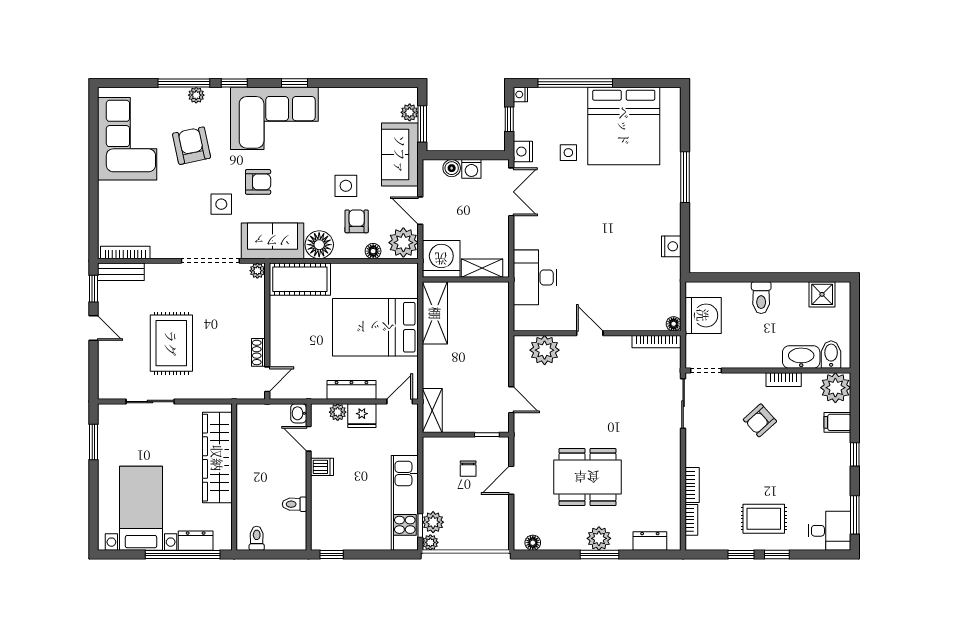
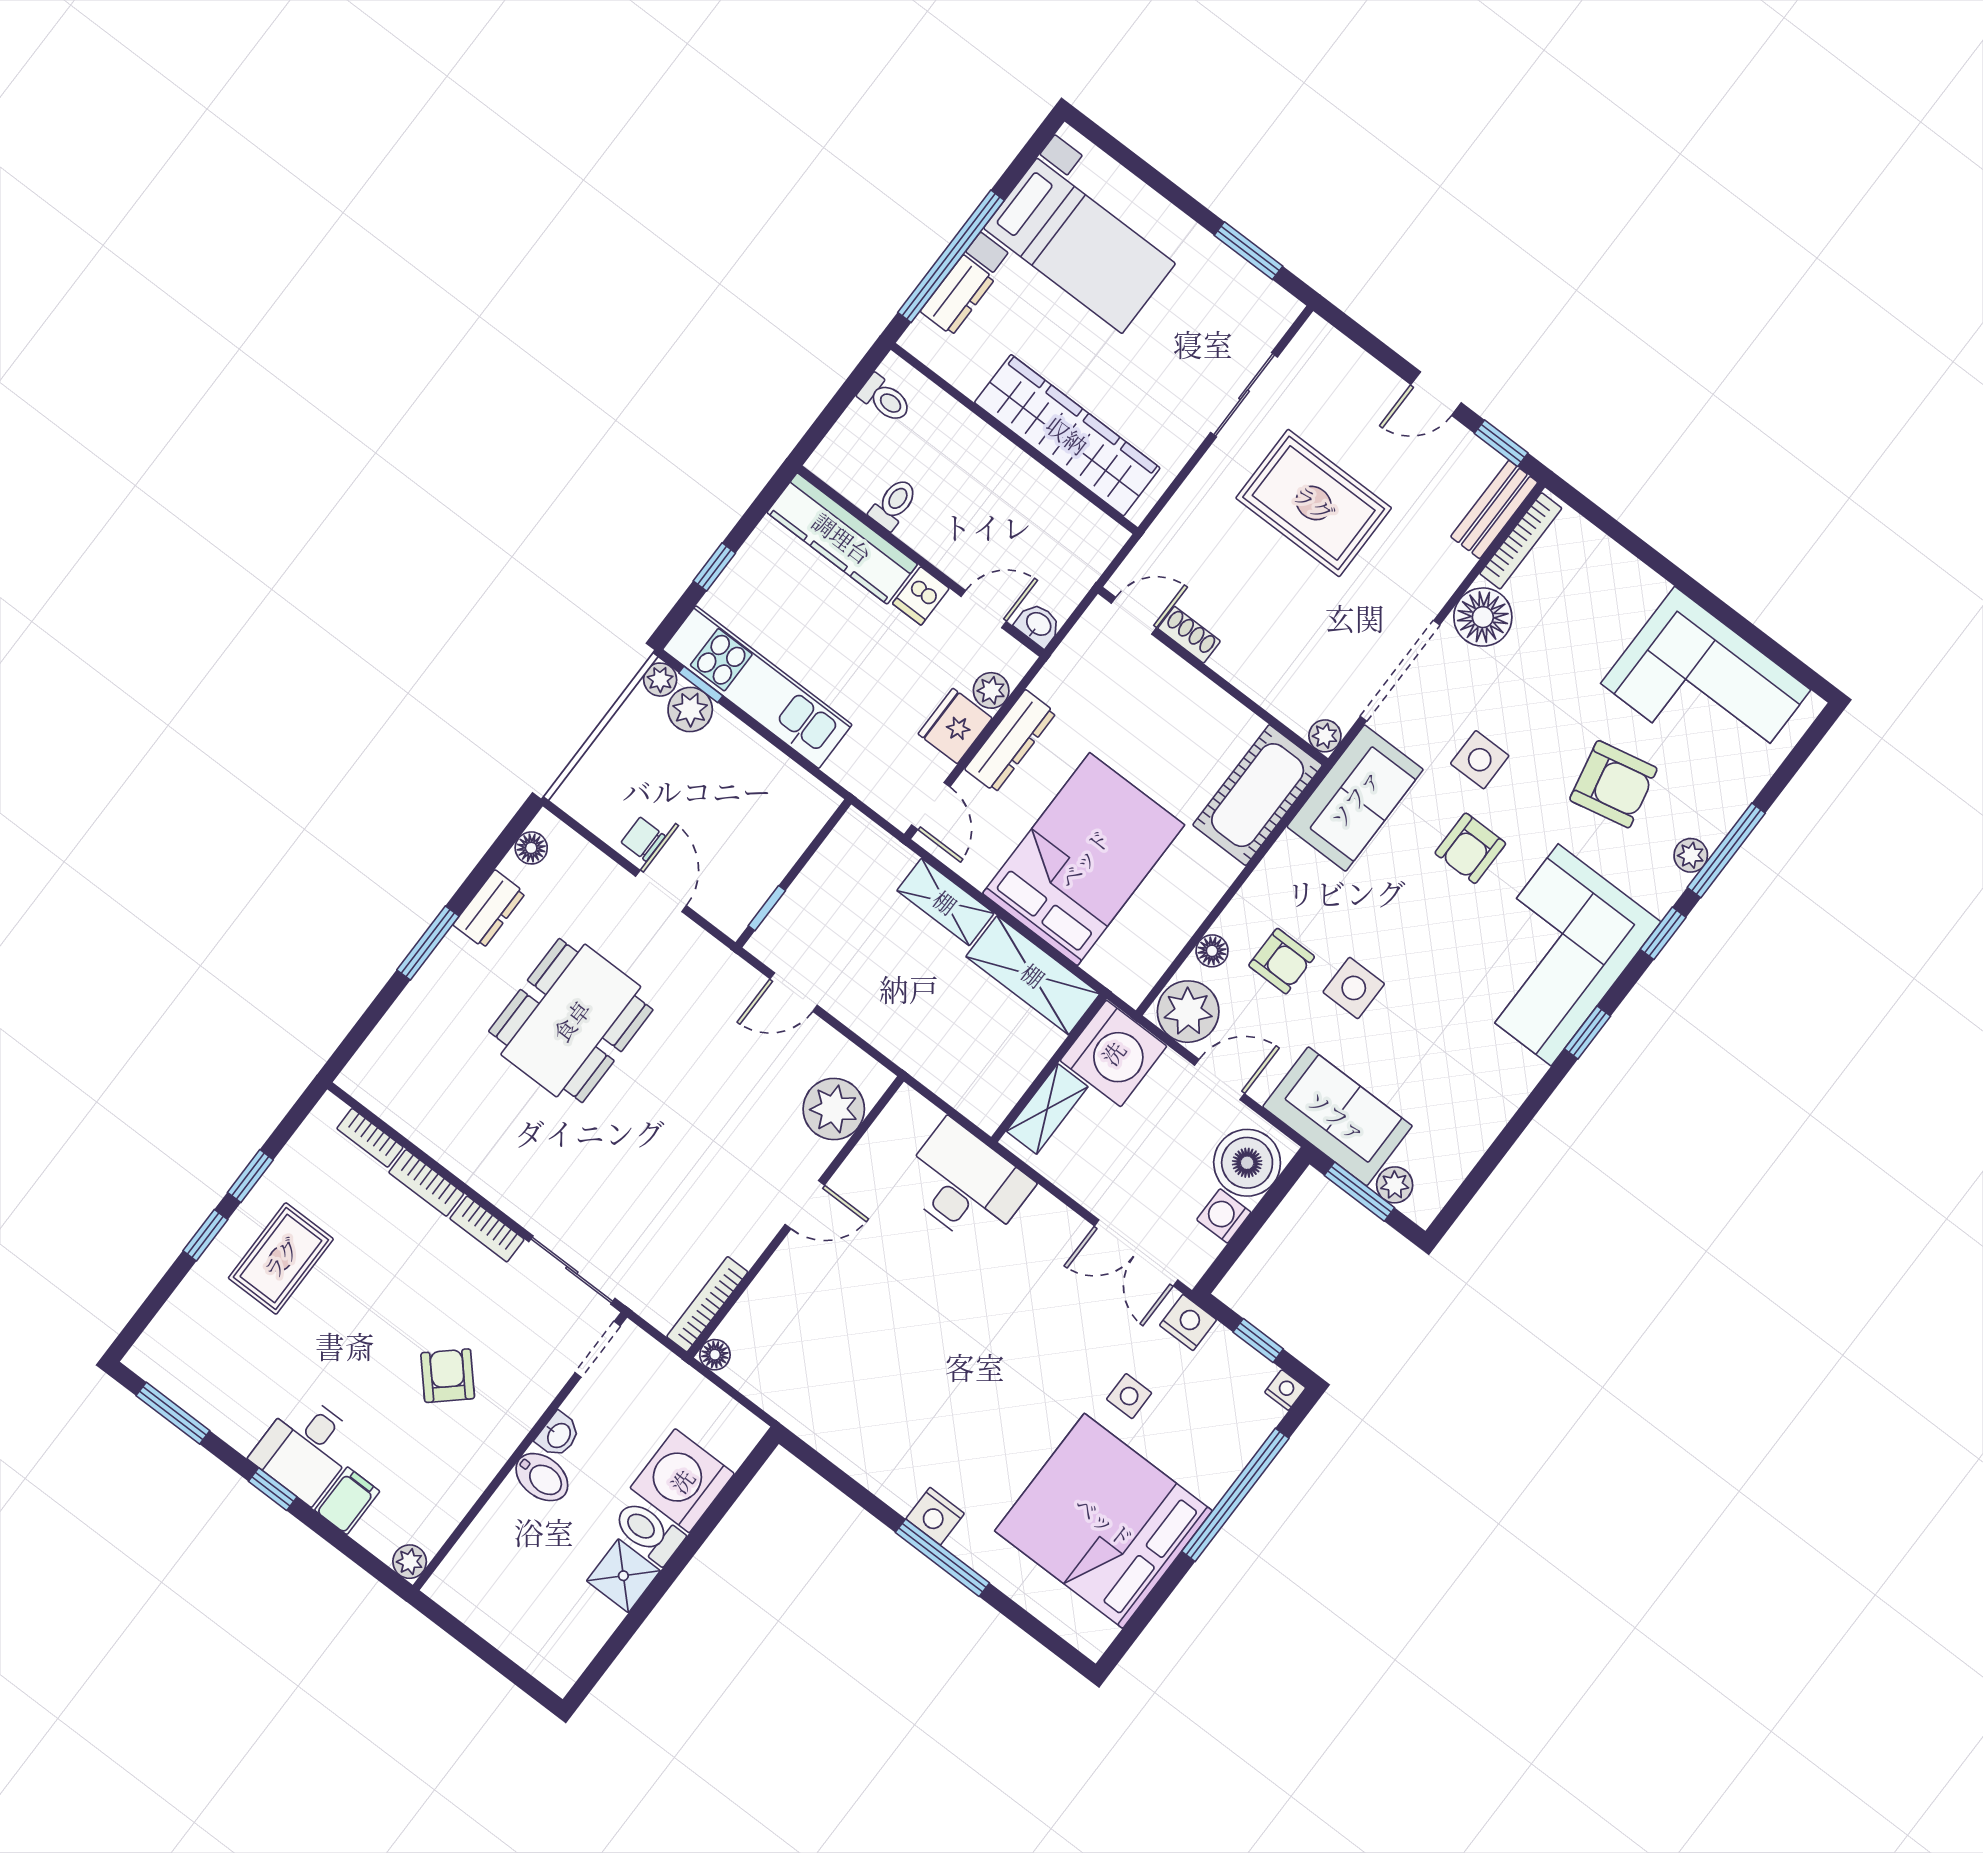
boiler: (452, 168) -> (1247, 1163), width x1.86, depth x1.86
floor lamp: (319, 245) -> (1483, 617), moved
nightstand: (671, 246) -> (935, 1516), moved
shower: (822, 294) -> (623, 1576), moved
washing machine: (703, 315) -> (682, 1481), moved, turned 90
bidet: (831, 355) -> (542, 1477), moved
washbasin: (801, 357) -> (558, 1435), moved, width x0.52, depth x0.69
door: (267, 379) -> (1134, 616), swing flipped
bookcase: (784, 380) -> (487, 1229), moved, turned -90
plant: (835, 388) -> (410, 1562), width x0.53, depth x0.53
shelving: (432, 410) -> (945, 902), moved
chair: (468, 469) -> (643, 839), moved
kitchen counter: (323, 514) -> (842, 538), added
desk: (829, 531) -> (306, 1448), moved
plant: (599, 538) -> (455, 962), removed
dresser: (650, 541) -> (489, 909), moved
window: (332, 555) -> (714, 567), moved

